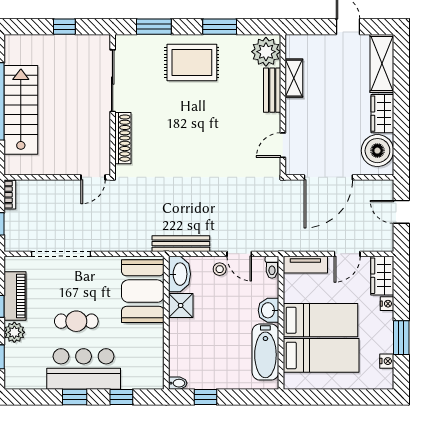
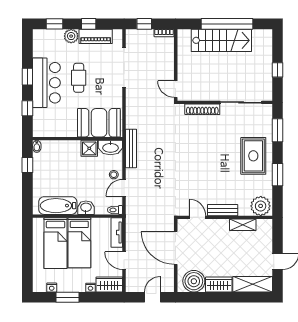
bench: (272, 90) -> (223, 210), moved

